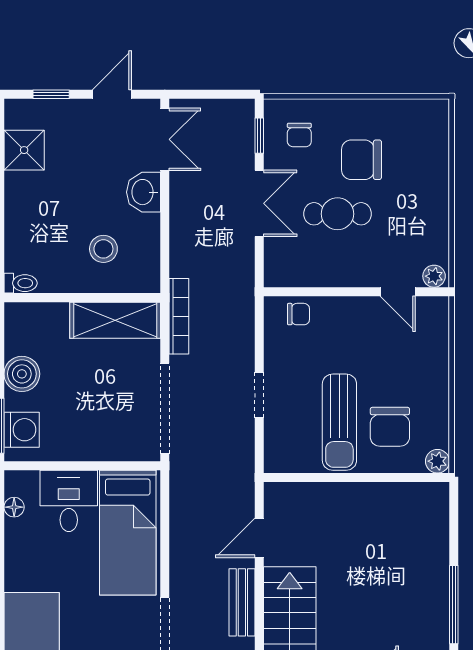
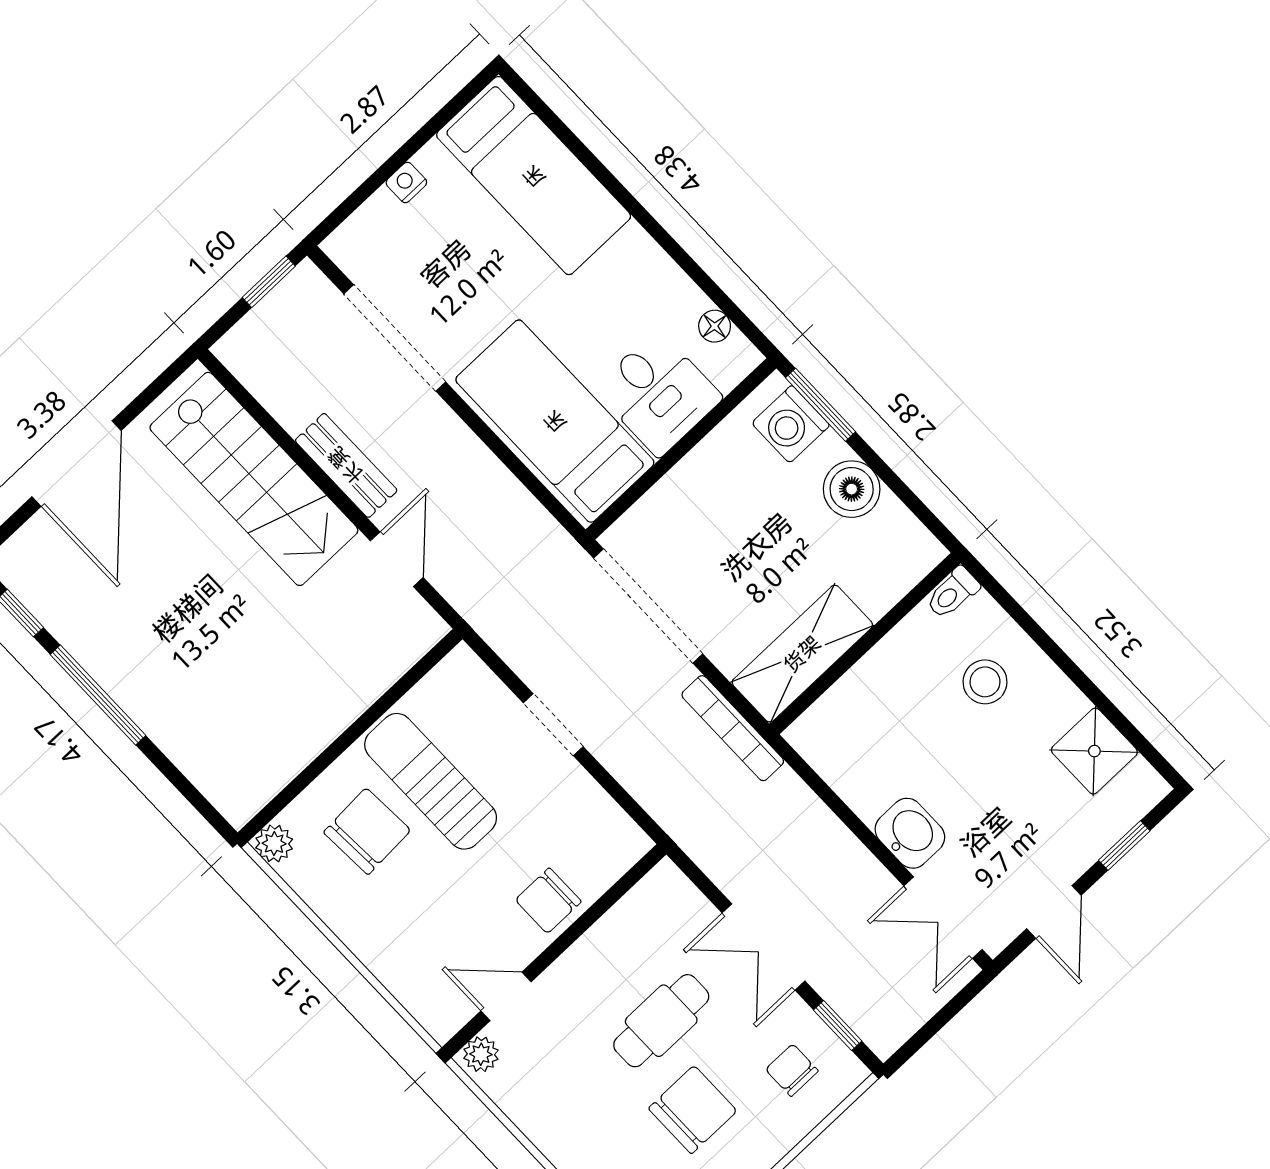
stool: (103, 249) -> (985, 682), moved
chair: (298, 314) -> (548, 901), moved, width x1.37, depth x1.37
chair: (390, 427) -> (367, 831), turned 87

